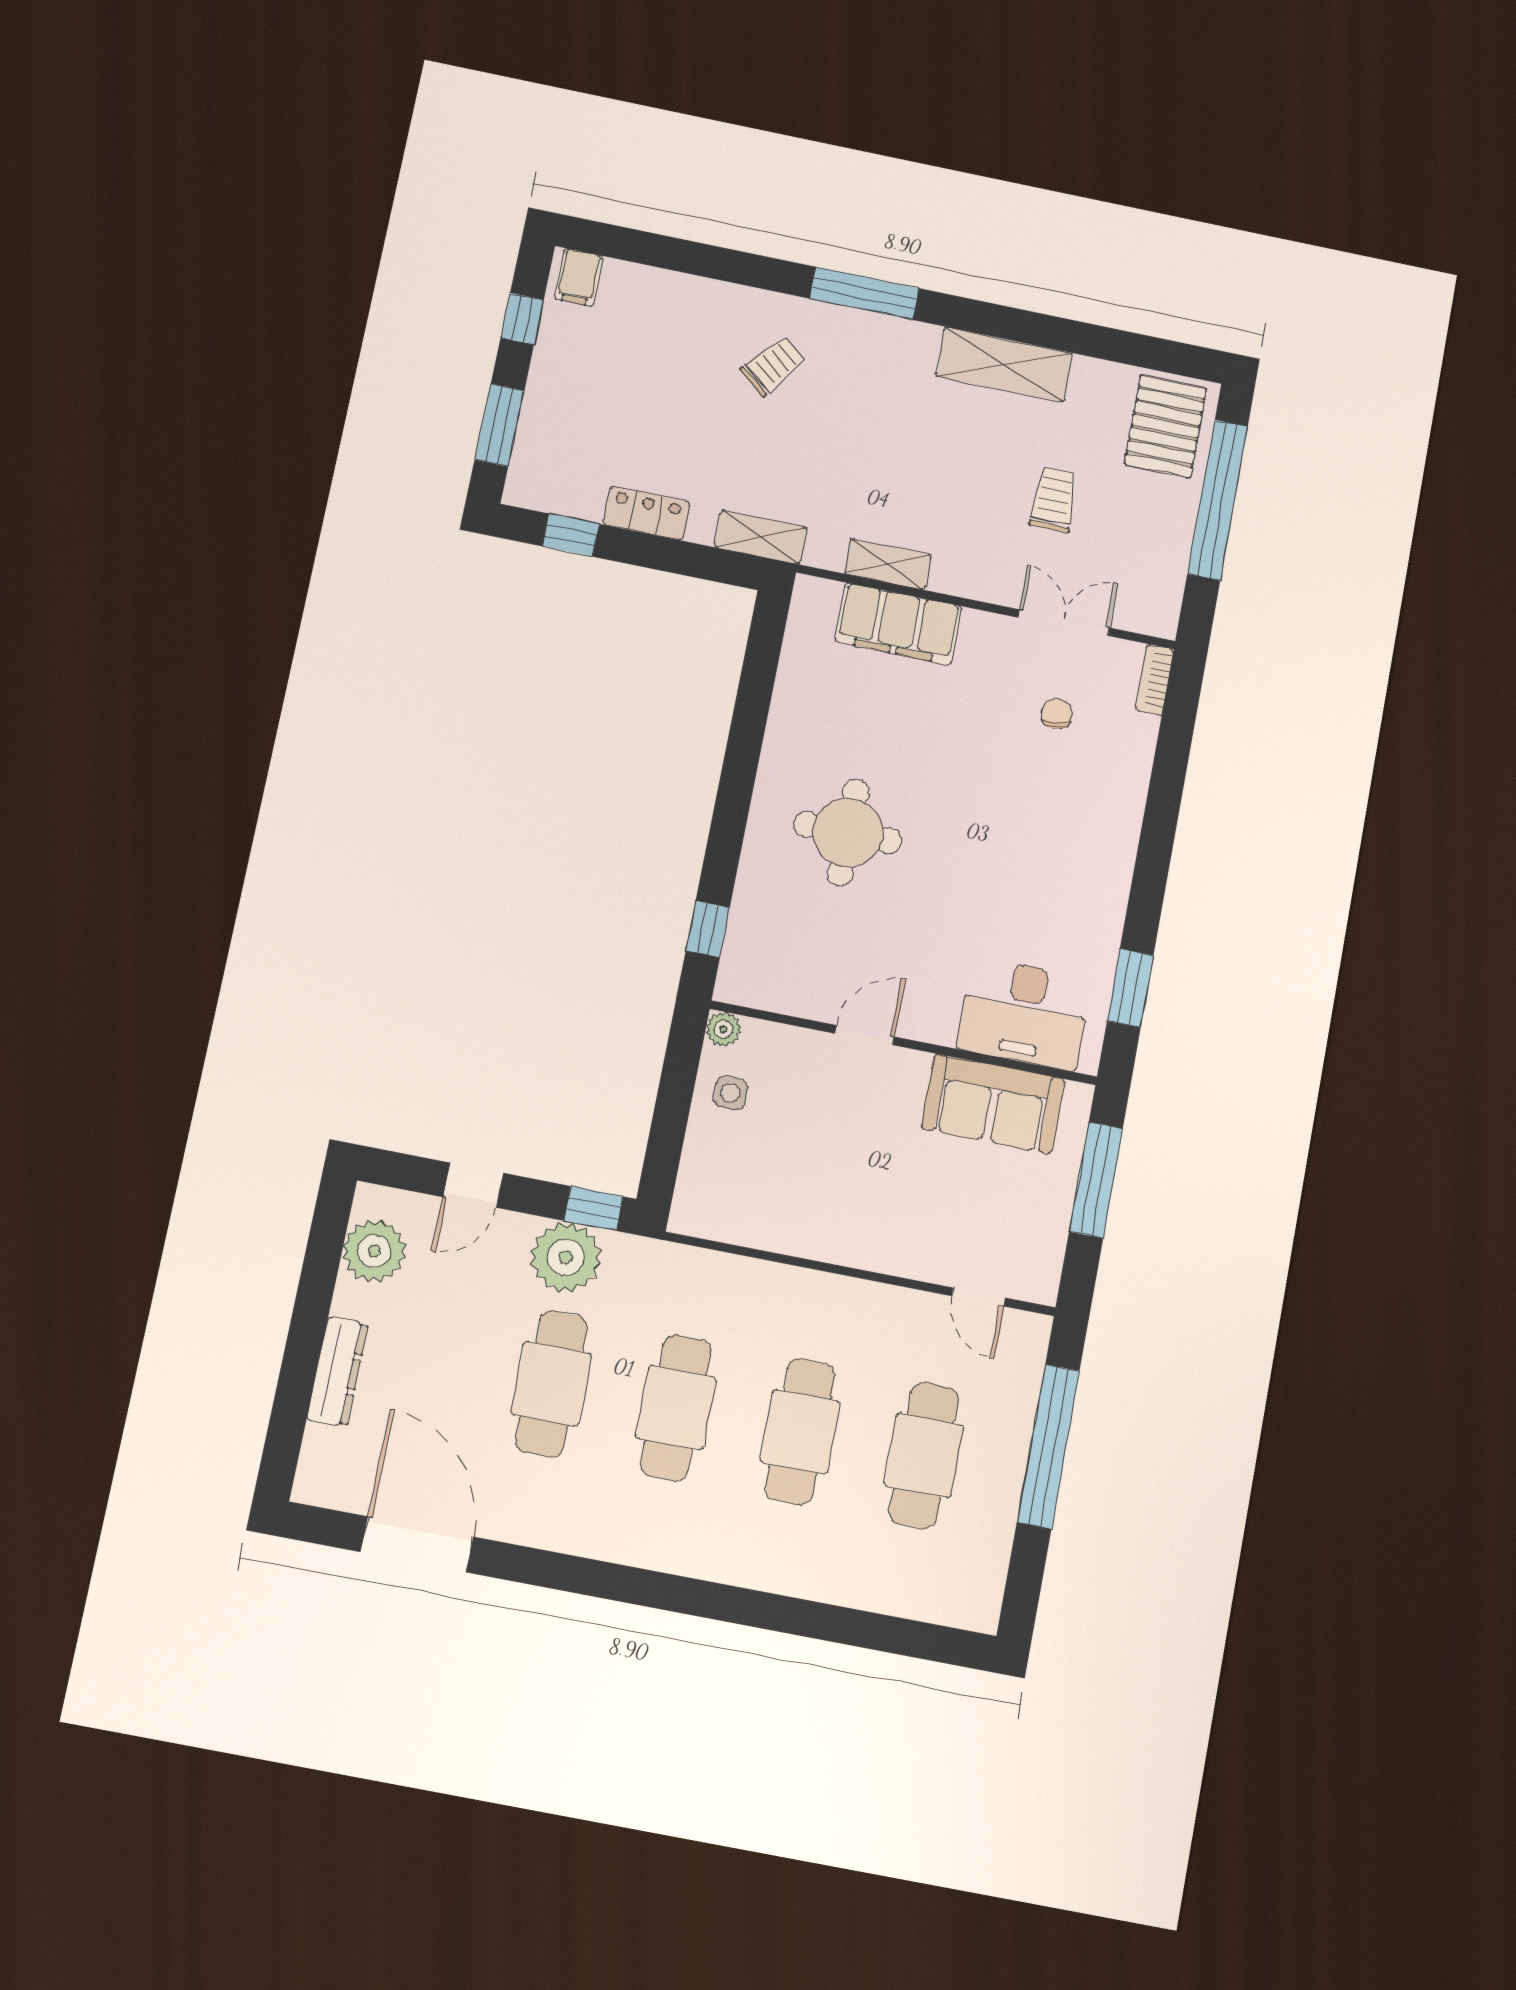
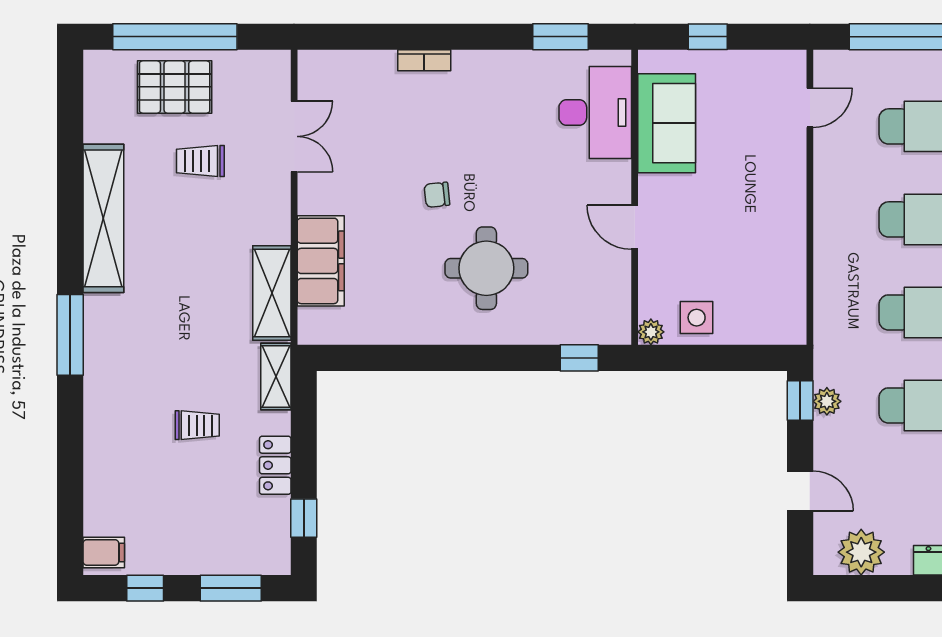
shelving: (1004, 365) -> (103, 218), width x1.47
trolley: (773, 366) -> (197, 425), moved, turned 141
pallet: (1165, 426) -> (175, 87), moved
shelving: (888, 564) -> (272, 293), width x1.50, depth x1.33
double door: (1064, 623) -> (294, 136), swing flipped
bookcase: (1154, 680) -> (424, 60), moved
chair: (1057, 714) -> (437, 195), moved
side table: (730, 1093) -> (697, 318), width x1.37, depth x1.37
window: (1096, 1180) -> (708, 37), width x0.46
plant: (566, 1257) -> (827, 401), width x0.53, depth x0.53

